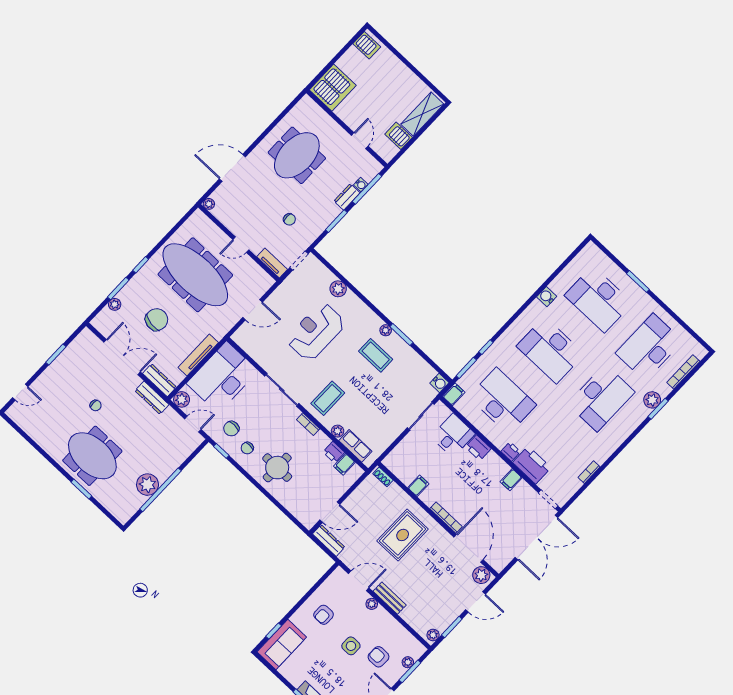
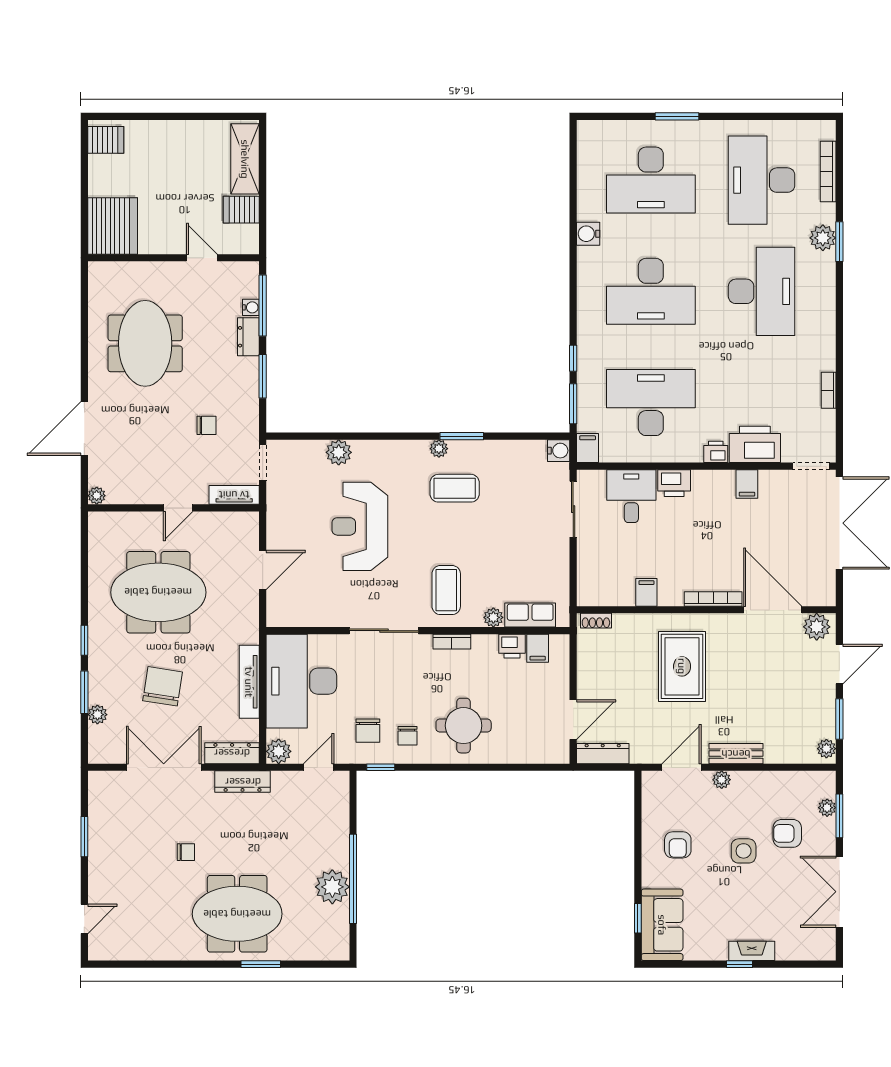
meeting table: (195, 275) -> (158, 592), width x0.73

